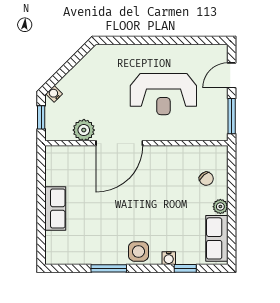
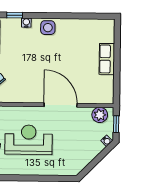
plant: (84, 130) -> (100, 115), moved
door: (119, 143) -> (61, 105), hinge flipped
window: (109, 268) -> (69, 16), removed

